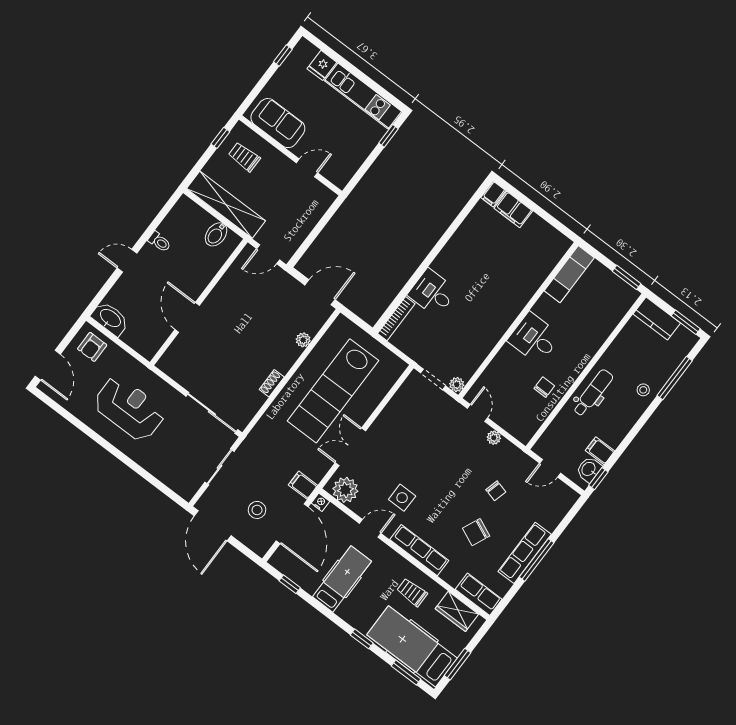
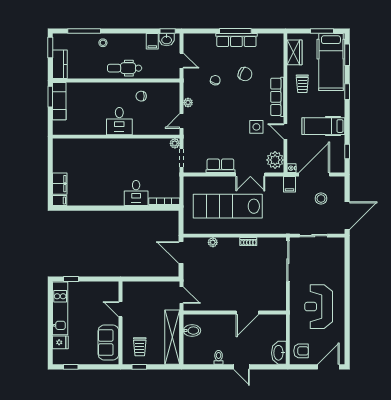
exam couch: (569, 274) -> (59, 101), moved, turned 90
lab bench: (333, 391) -> (228, 206), turned 180
row of seats: (479, 594) -> (220, 166), moved, turned 90

